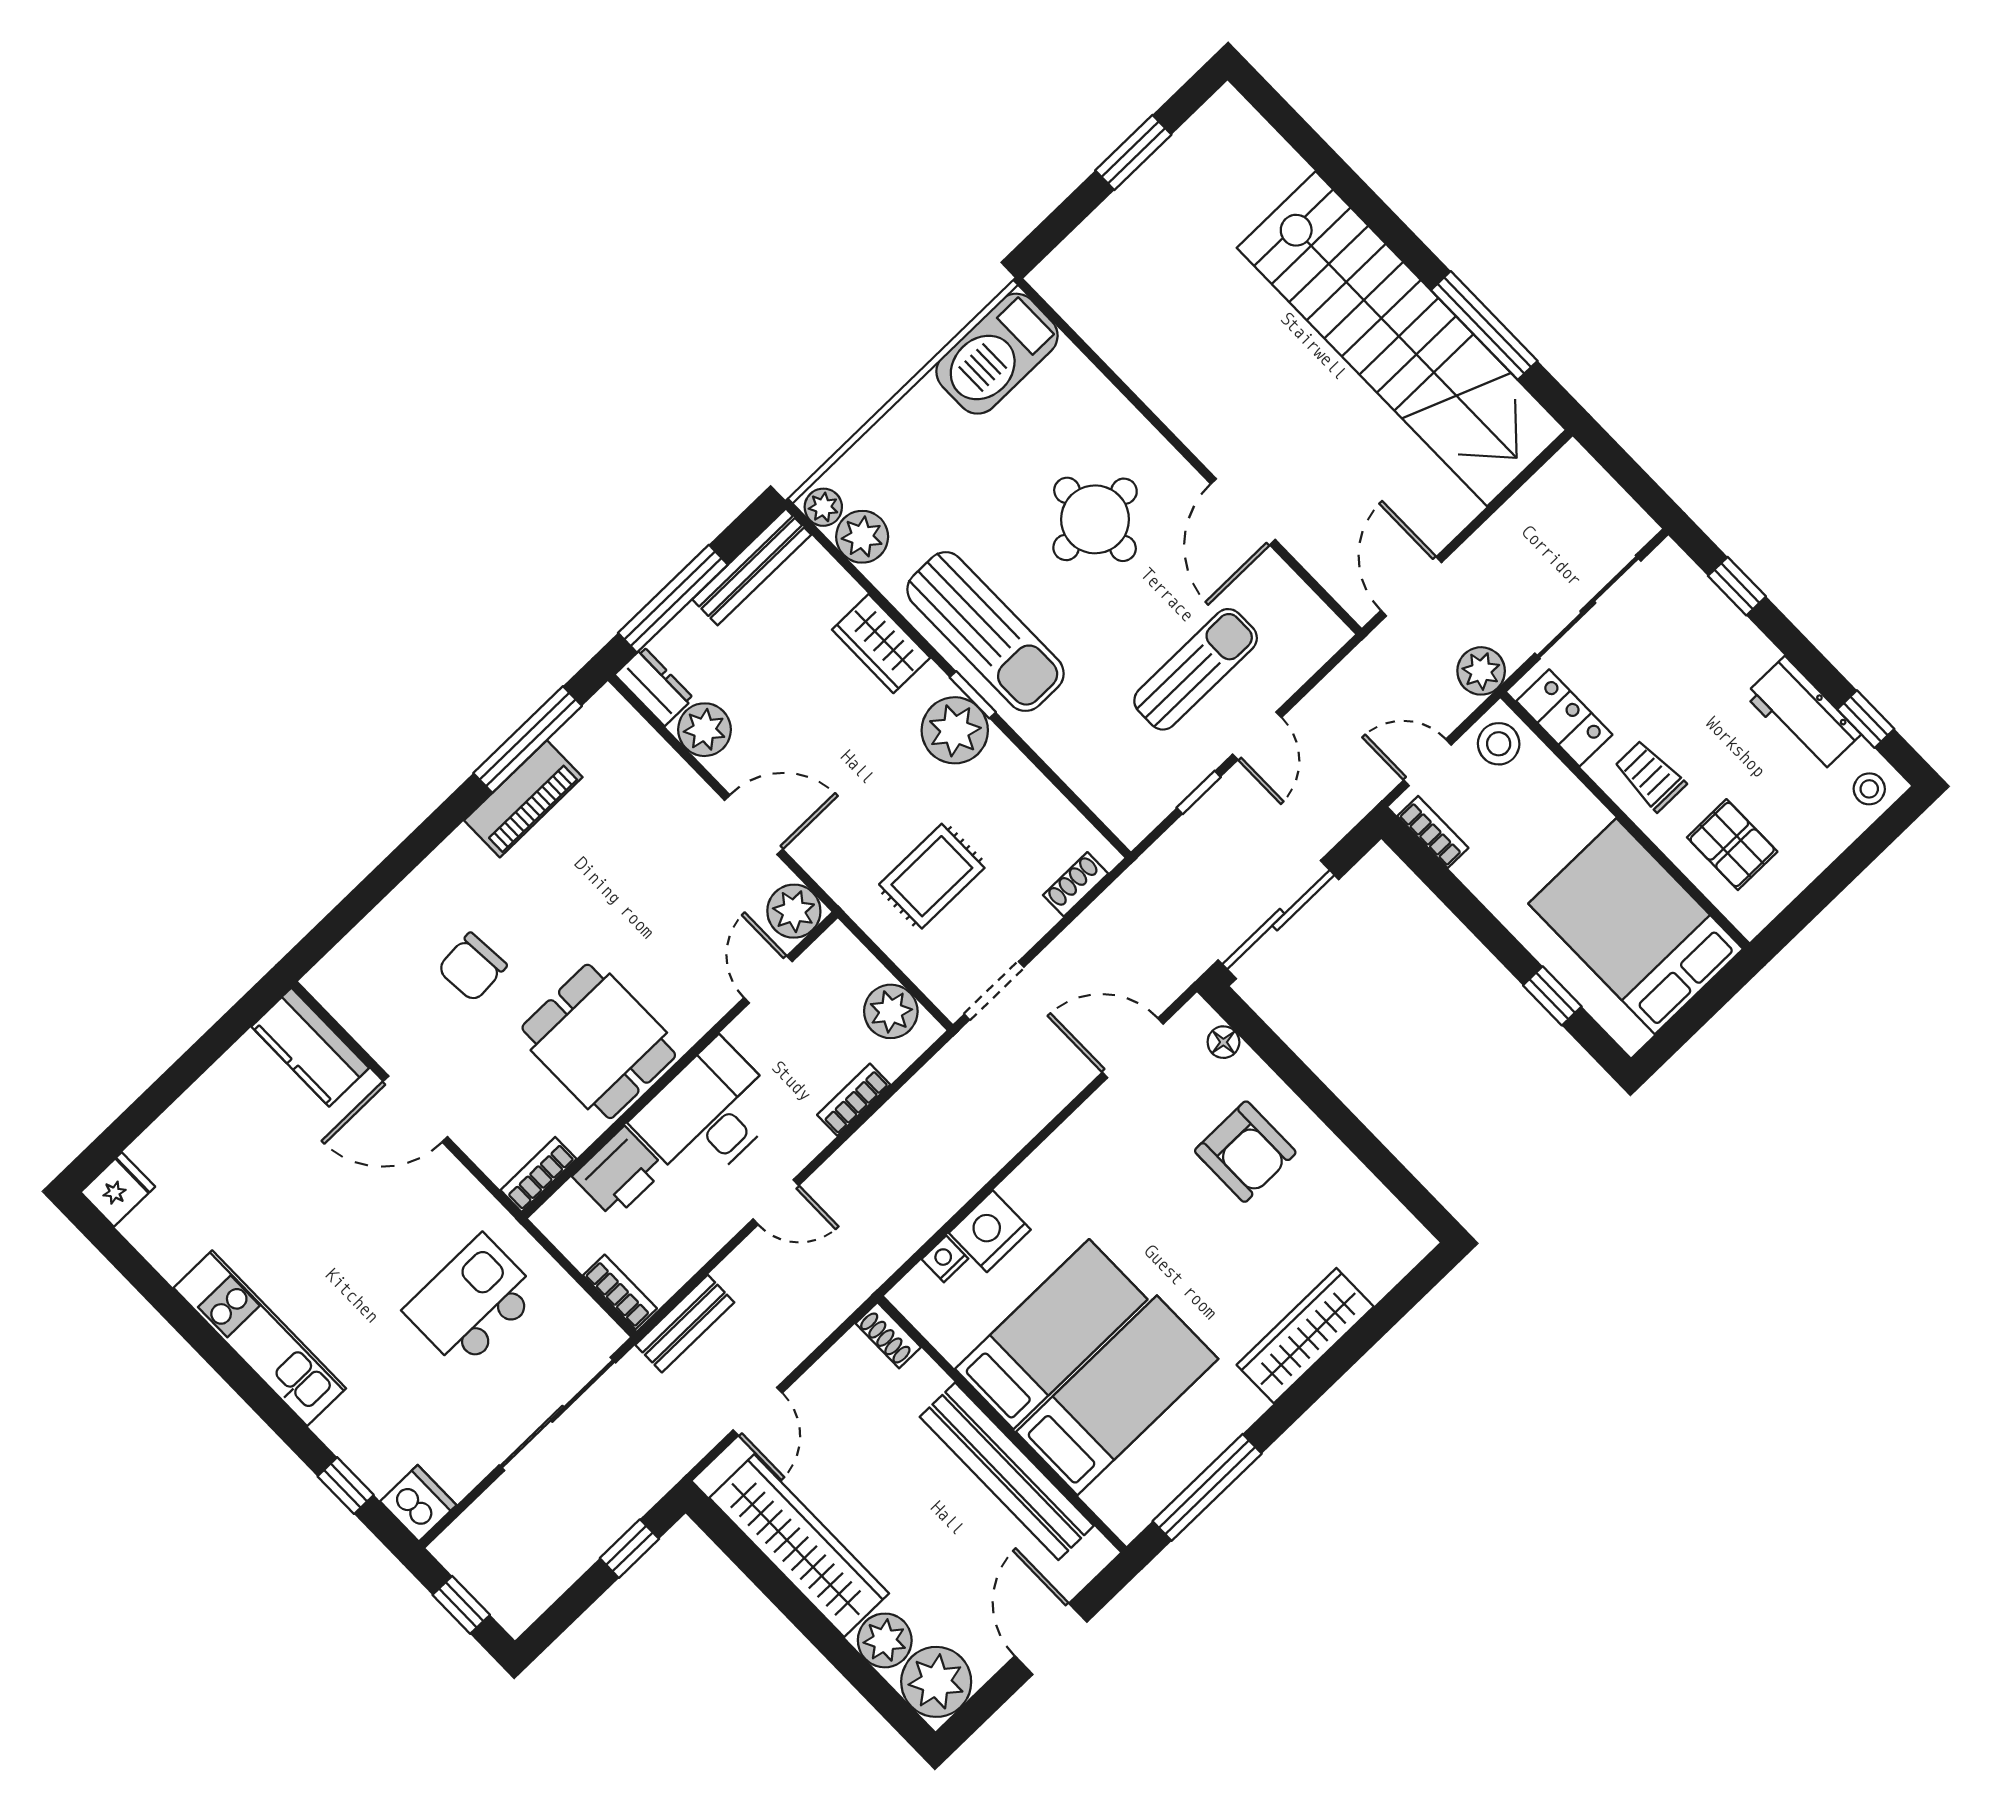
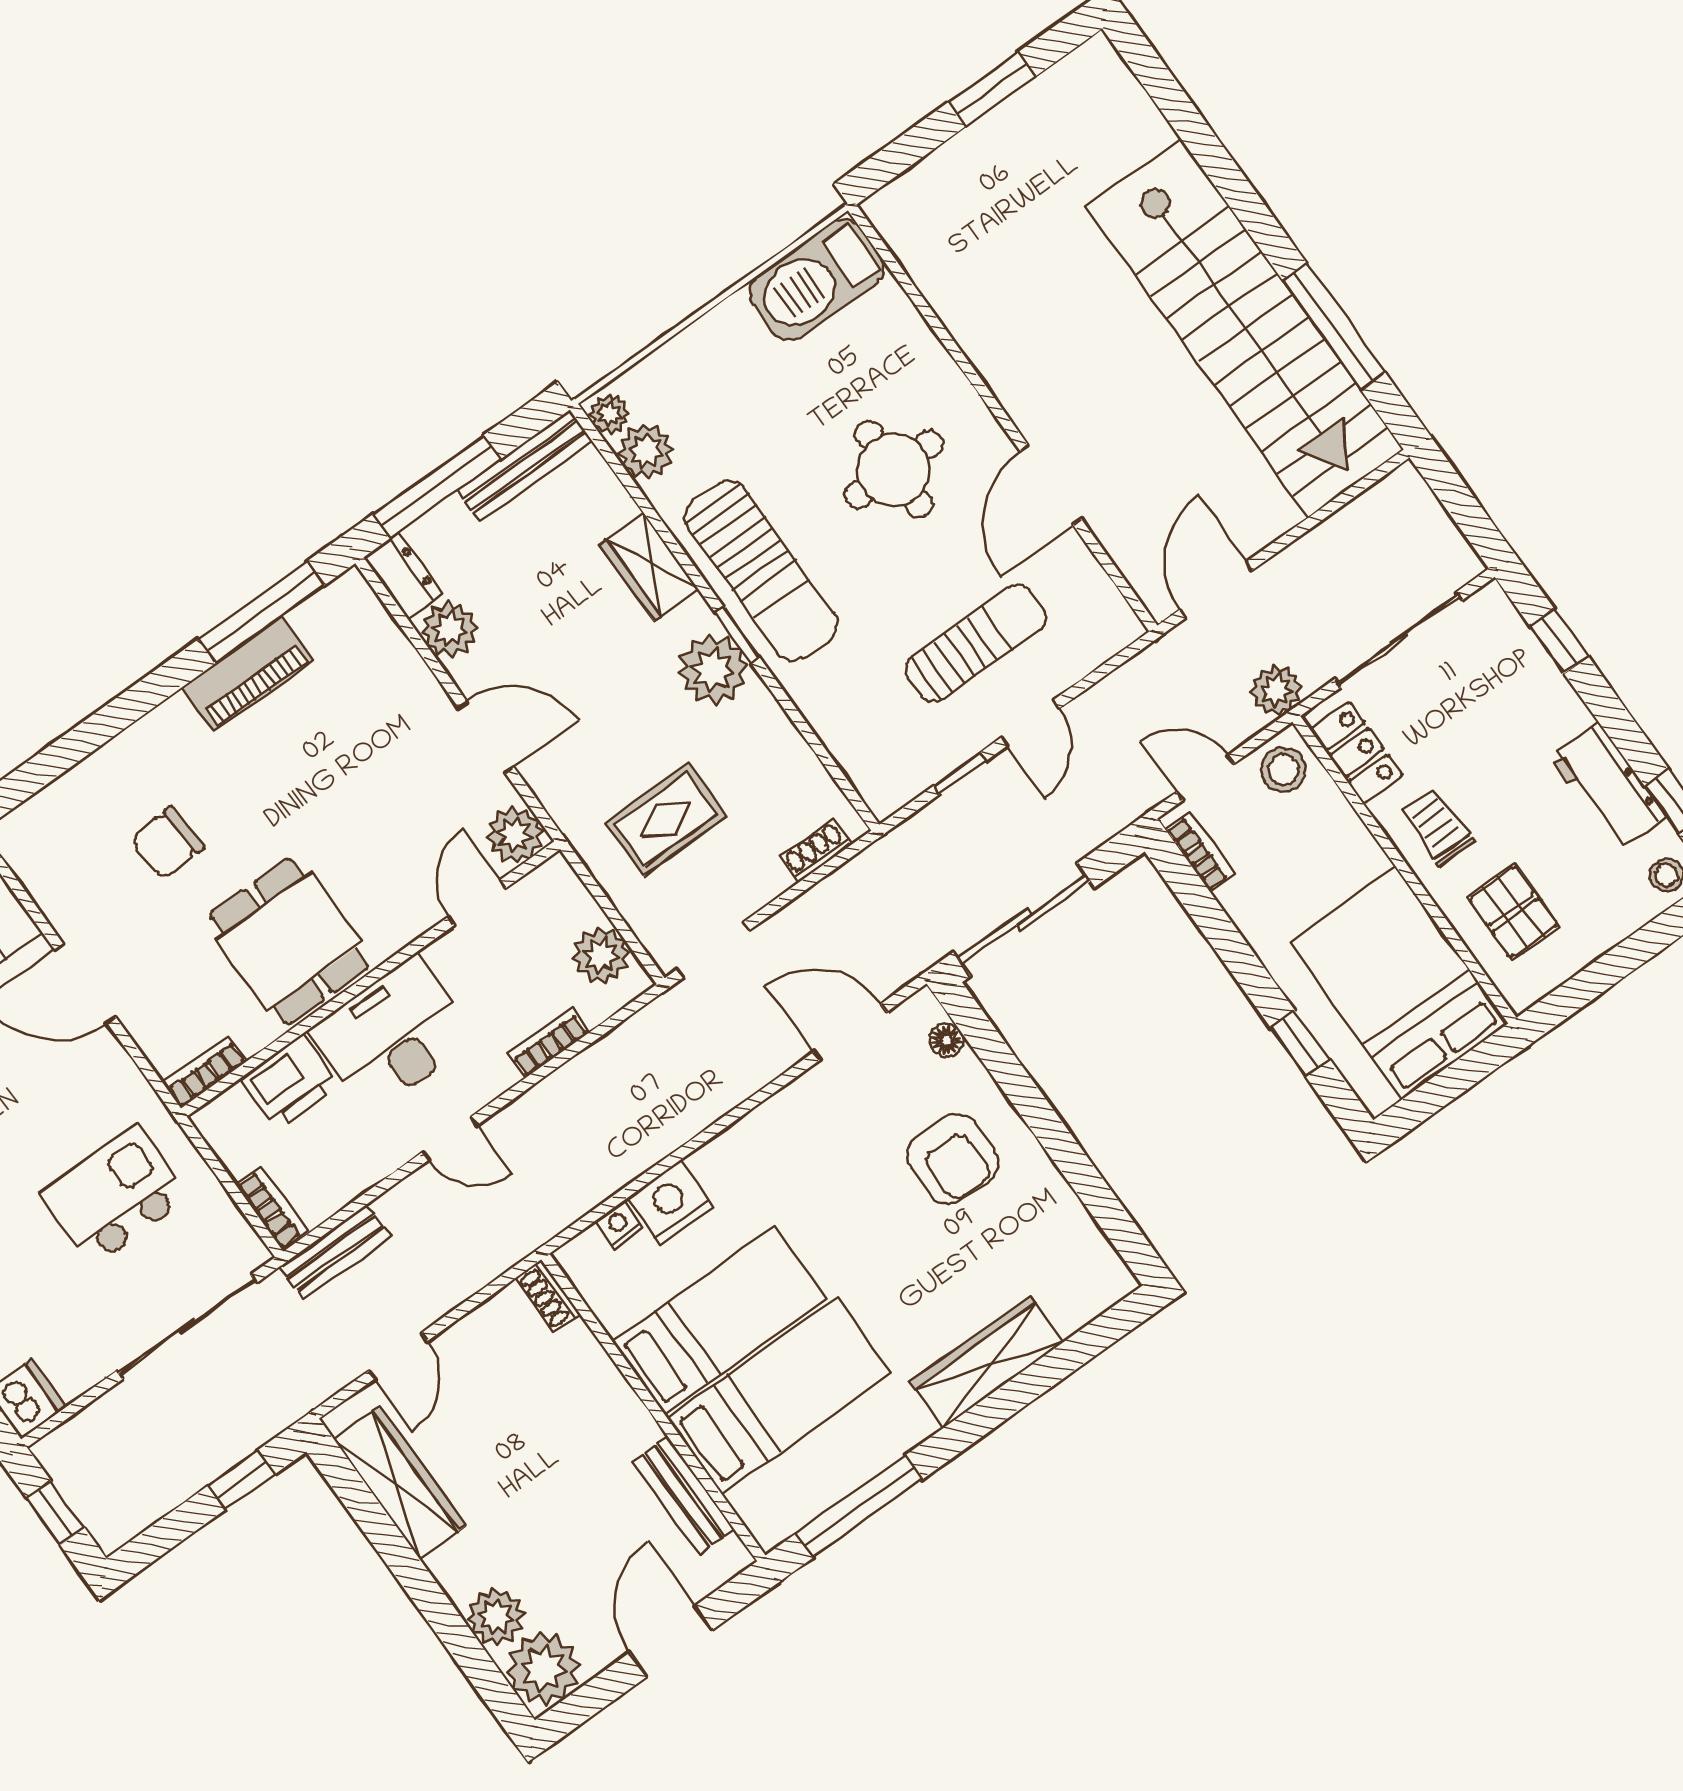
bench: (1007, 1471) -> (683, 1495), width x0.54, depth x0.82
wardrobe: (799, 1546) -> (399, 1482), width x0.71, depth x0.85

